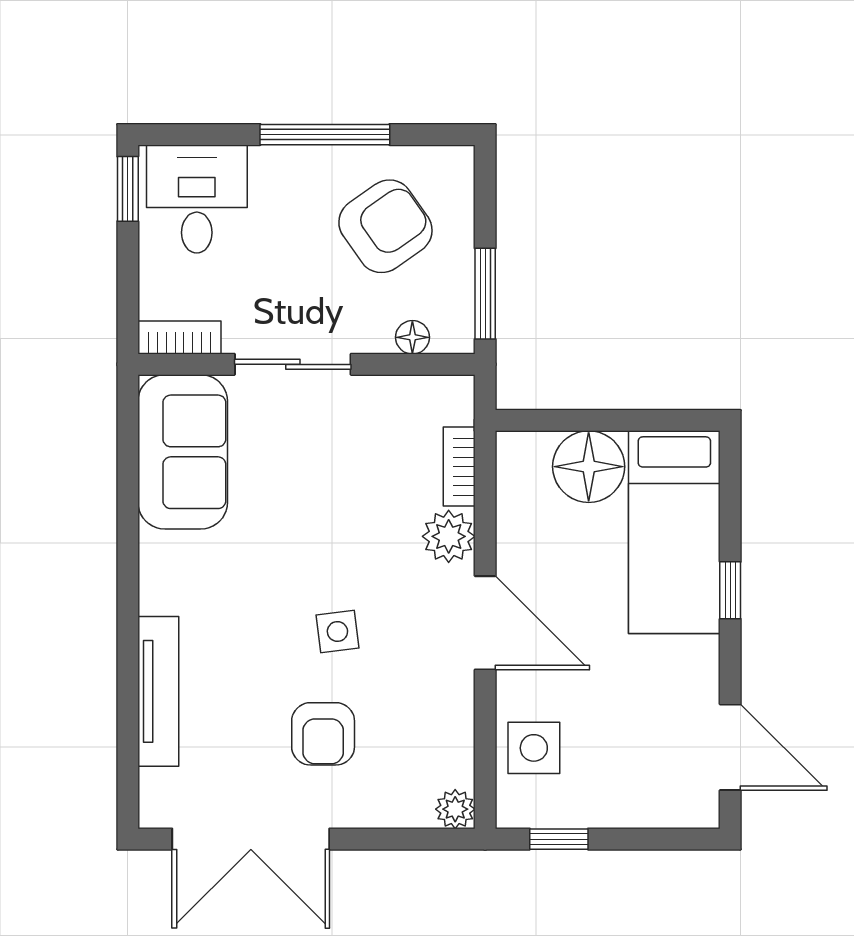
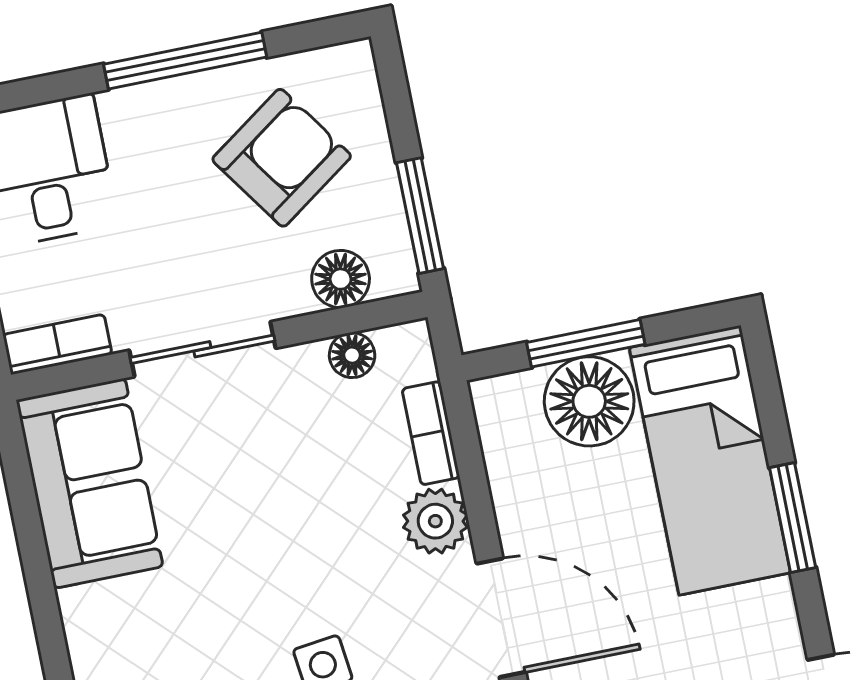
floor lamp: (412, 337) -> (341, 279), width x1.37, depth x1.37
floor lamp: (409, 393) -> (352, 355), added
window: (595, 420) -> (586, 343), added
window: (730, 590) -> (793, 518), width x1.50

